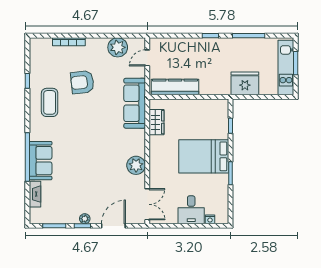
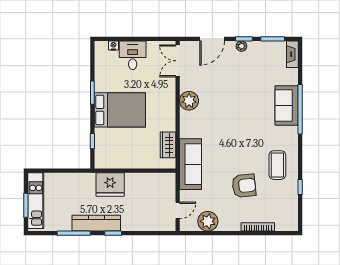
fridge: (245, 83) -> (110, 184), moved
kitchen counter: (175, 87) -> (96, 223), moved, turned 180
fireplace: (35, 194) -> (292, 54), moved

